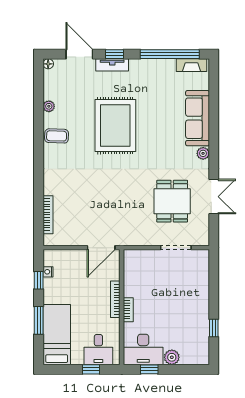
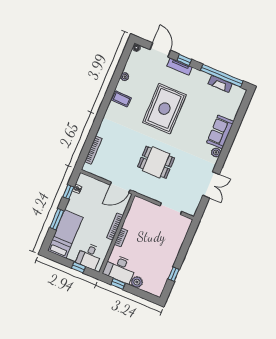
fireplace: (192, 65) -> (220, 84), moved
sofa: (198, 118) -> (220, 132), width x0.73
dining table: (172, 201) -> (156, 162), moved, turned 90

